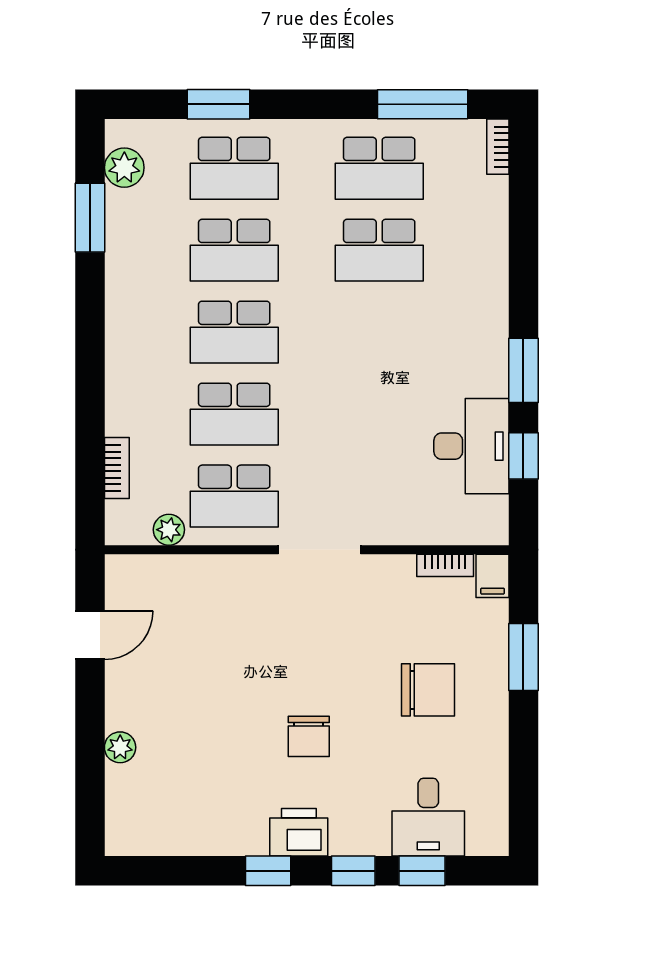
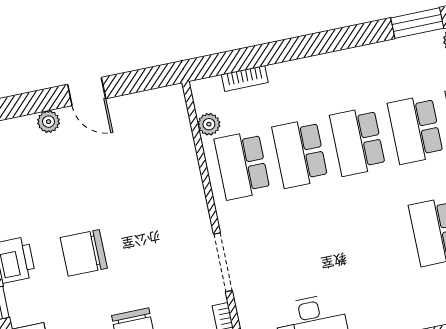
doorway: (320, 550) -> (223, 262), moved
door: (90, 635) -> (87, 92), moved
chair: (309, 736) -> (84, 253), width x1.37, depth x1.37

